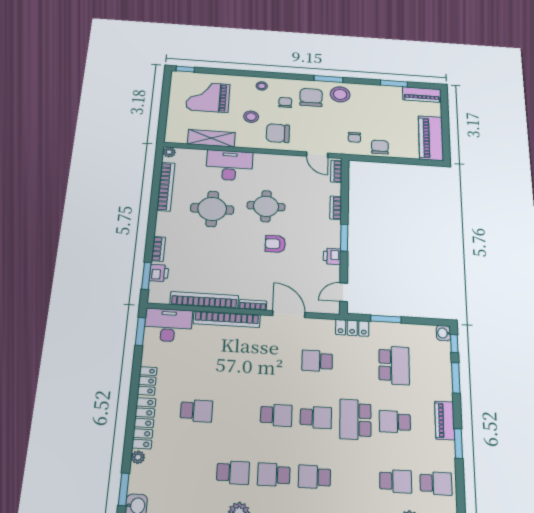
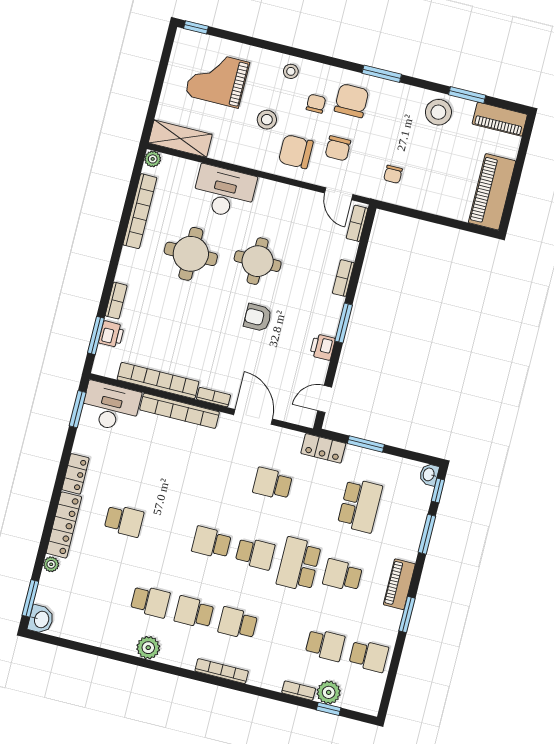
stool: (340, 94) -> (438, 112), moved
shelving: (211, 138) -> (180, 139), moved
chair: (380, 147) -> (338, 148), moved, turned 180
school desk: (276, 415) -> (211, 543), turned 180

